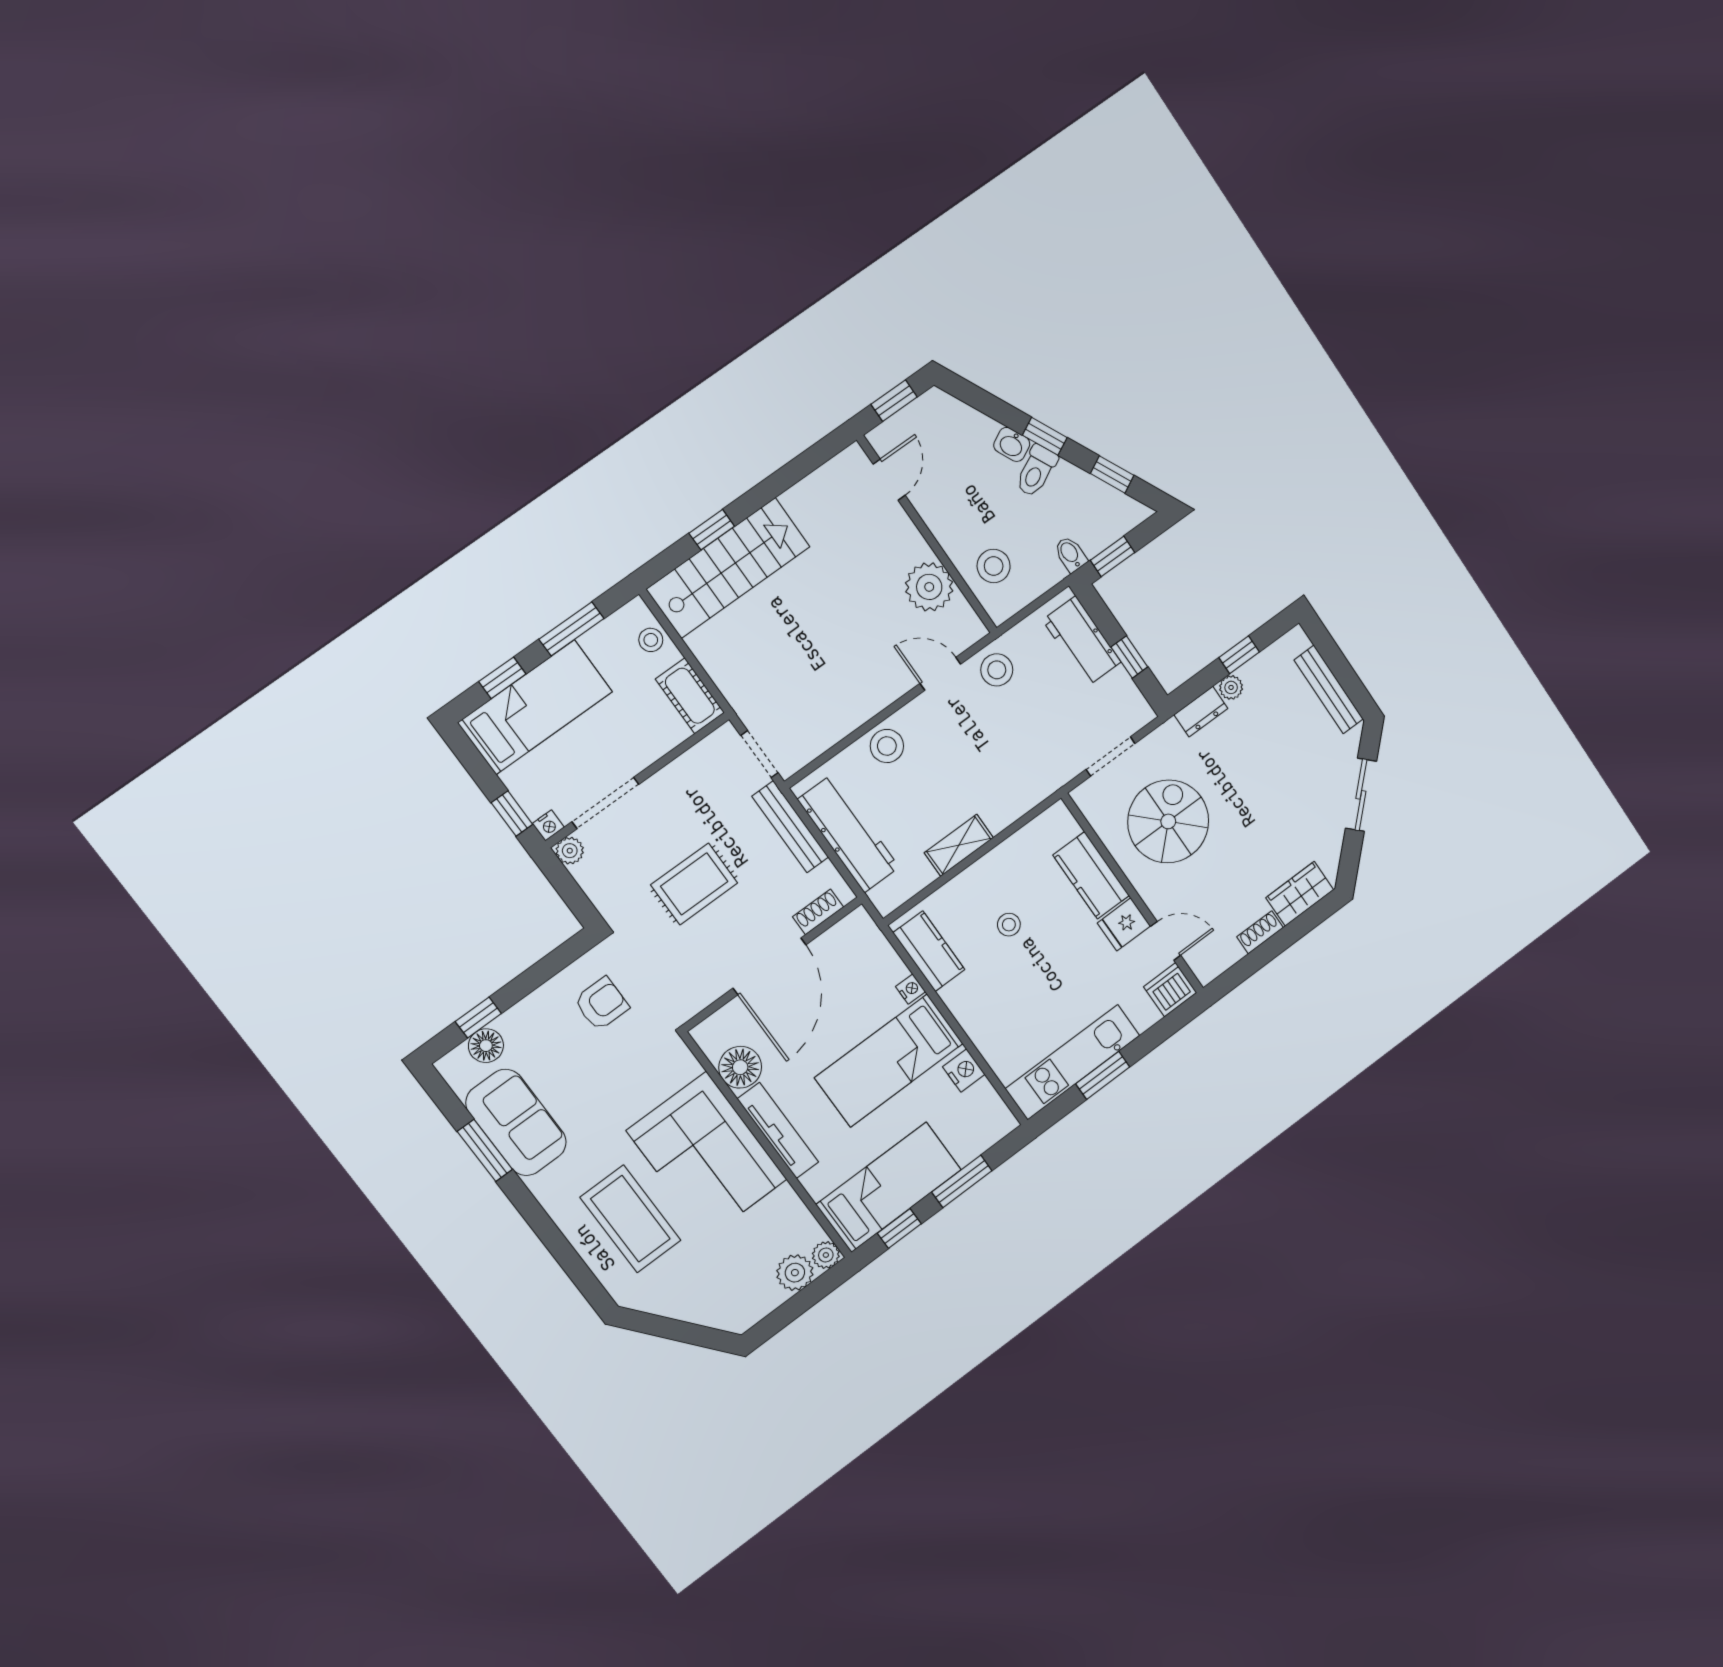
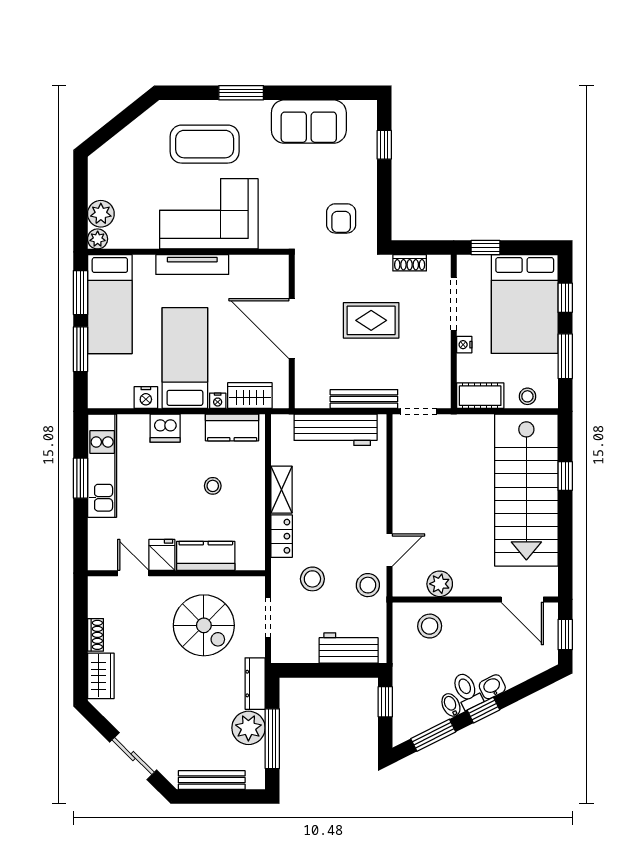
window: (1112, 474) -> (433, 735), width x1.50
door: (889, 480) -> (522, 599), width x1.38
bidet: (1071, 554) -> (451, 705), moved, turned -117
stairs: (728, 568) -> (526, 490), width x1.36, depth x1.51
plant: (929, 587) -> (440, 584), width x0.73, depth x0.73
window: (1239, 655) -> (272, 739), width x2.17
window: (1129, 657) -> (319, 670), removed
plant: (1231, 687) -> (248, 728), width x1.88, depth x1.88
bed: (535, 707) -> (525, 304), width x1.50
dresser: (1201, 712) -> (255, 684), width x1.44
stool: (887, 746) -> (312, 579), moved
locker: (1010, 807) -> (282, 536), added
nightstand: (548, 825) -> (464, 345), moved
plant: (570, 851) -> (441, 264), removed
rug: (694, 884) -> (371, 320), turned 90
shoe rack: (818, 912) -> (410, 263), moved, turned 90
door: (1165, 941) -> (133, 573), swing flipped
wardrobe: (879, 958) -> (250, 396), added
dishwasher: (1170, 990) -> (165, 428), moved, turned 90
floor lamp: (486, 1046) -> (365, 137), removed
floor lamp: (740, 1067) -> (246, 270), removed
window: (485, 1150) -> (241, 93), moved
window: (899, 1228) -> (80, 293), width x1.50

